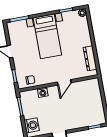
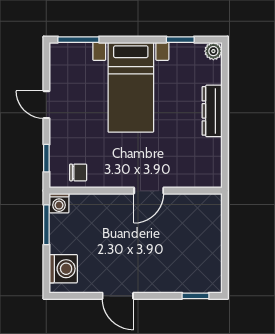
dresser: (90, 58) -> (212, 111), moved
washing machine: (43, 92) -> (59, 203), moved

